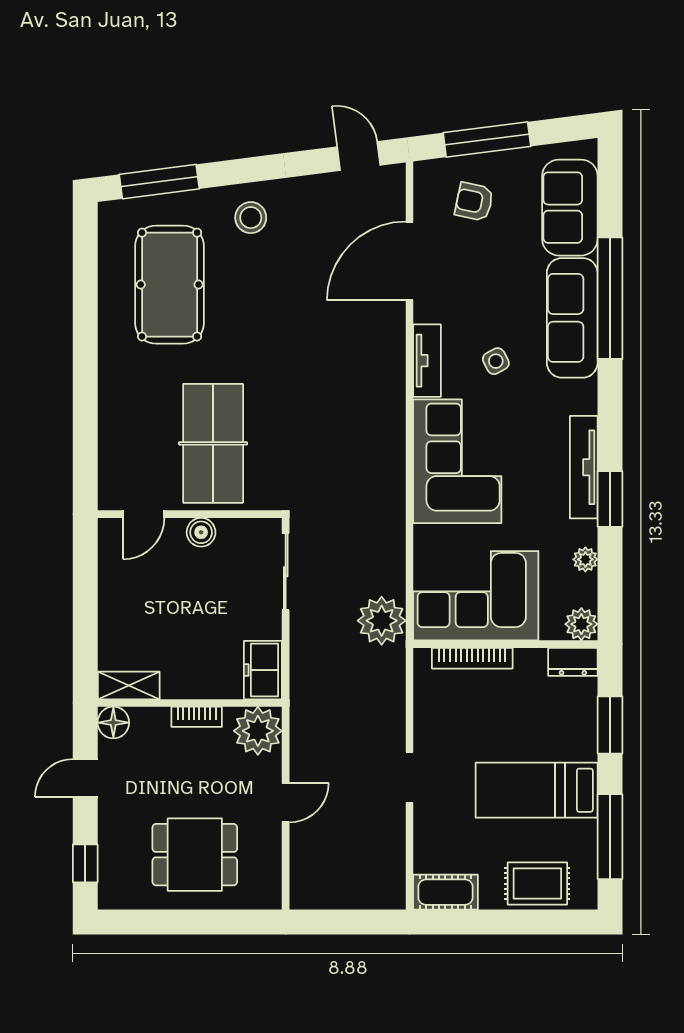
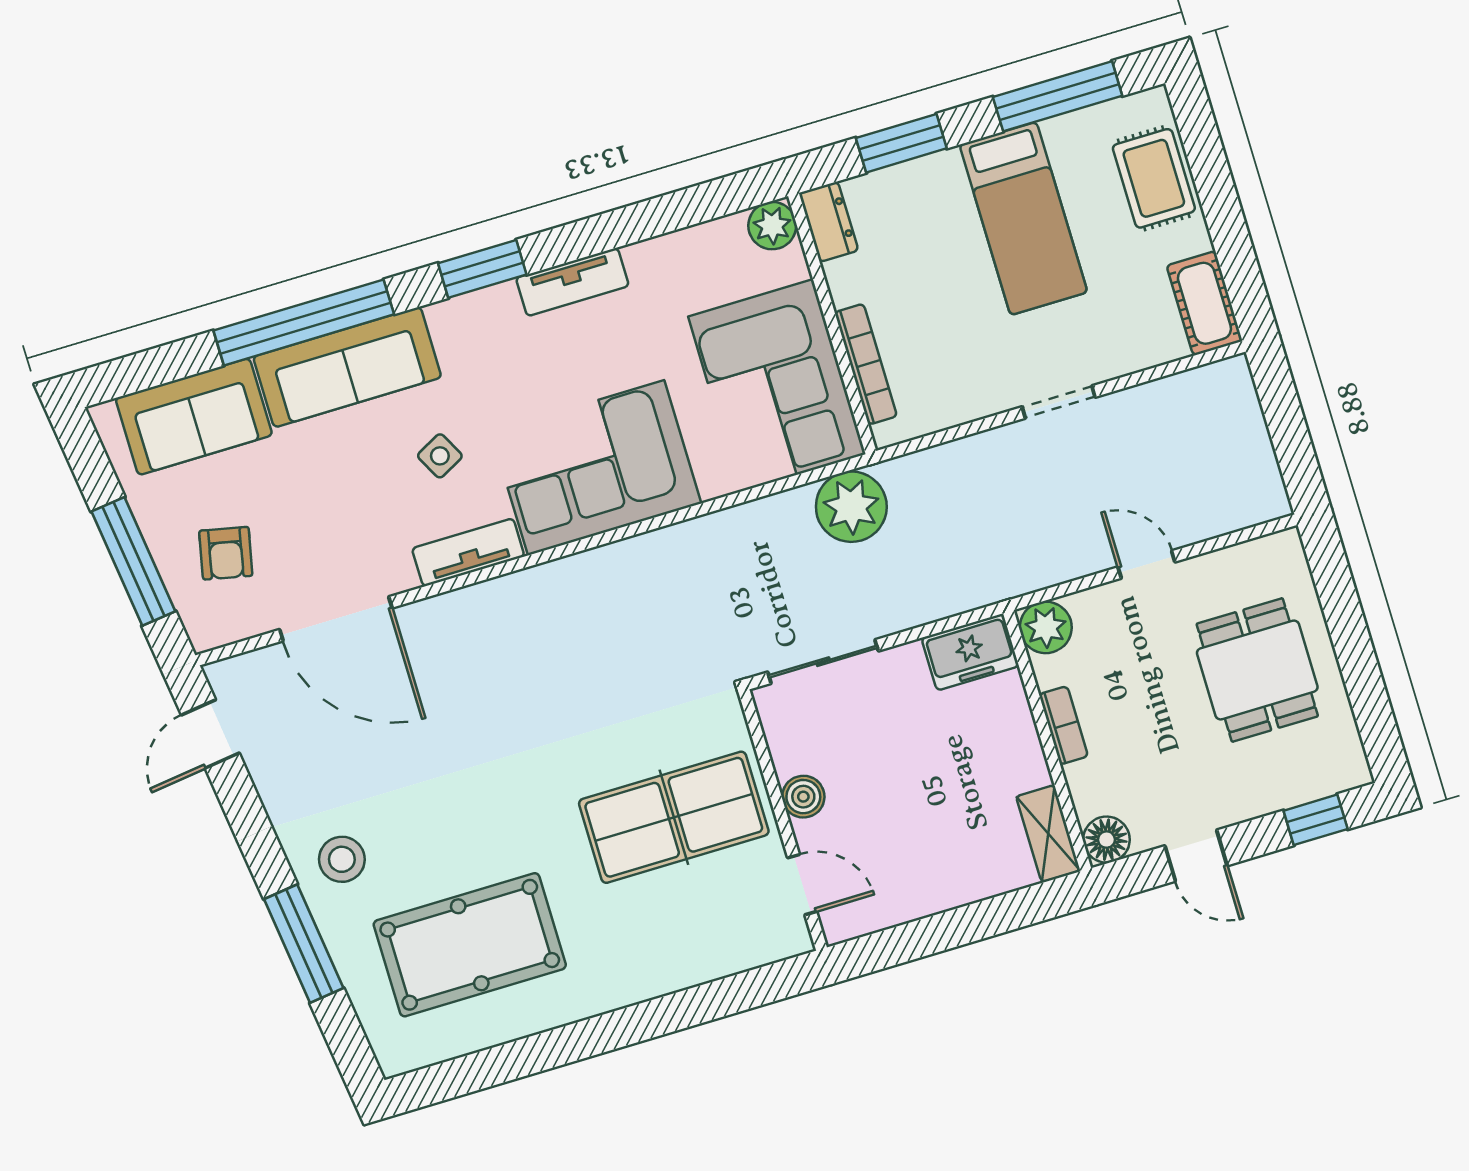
window: (159, 182) -> (304, 944), moved
tv unit: (584, 467) -> (572, 282), width x0.71
window: (610, 499) -> (482, 269), moved
plant: (585, 559) -> (680, 247), removed
plant: (258, 731) -> (1046, 627), width x0.73, depth x0.73

